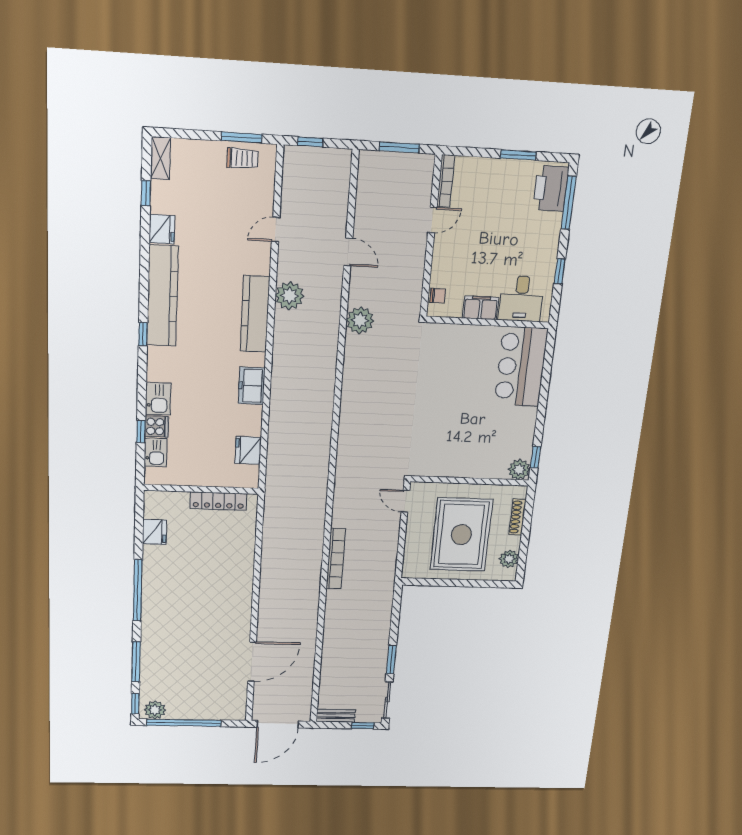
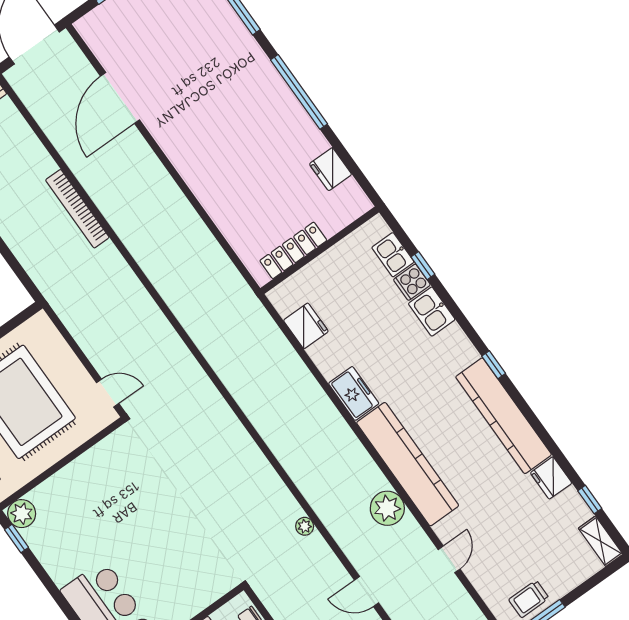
kitchen counter: (255, 314) -> (408, 464), width x1.39, depth x1.17
plant: (360, 320) -> (305, 526), width x0.53, depth x0.53
bookcase: (336, 559) -> (77, 209), moved

